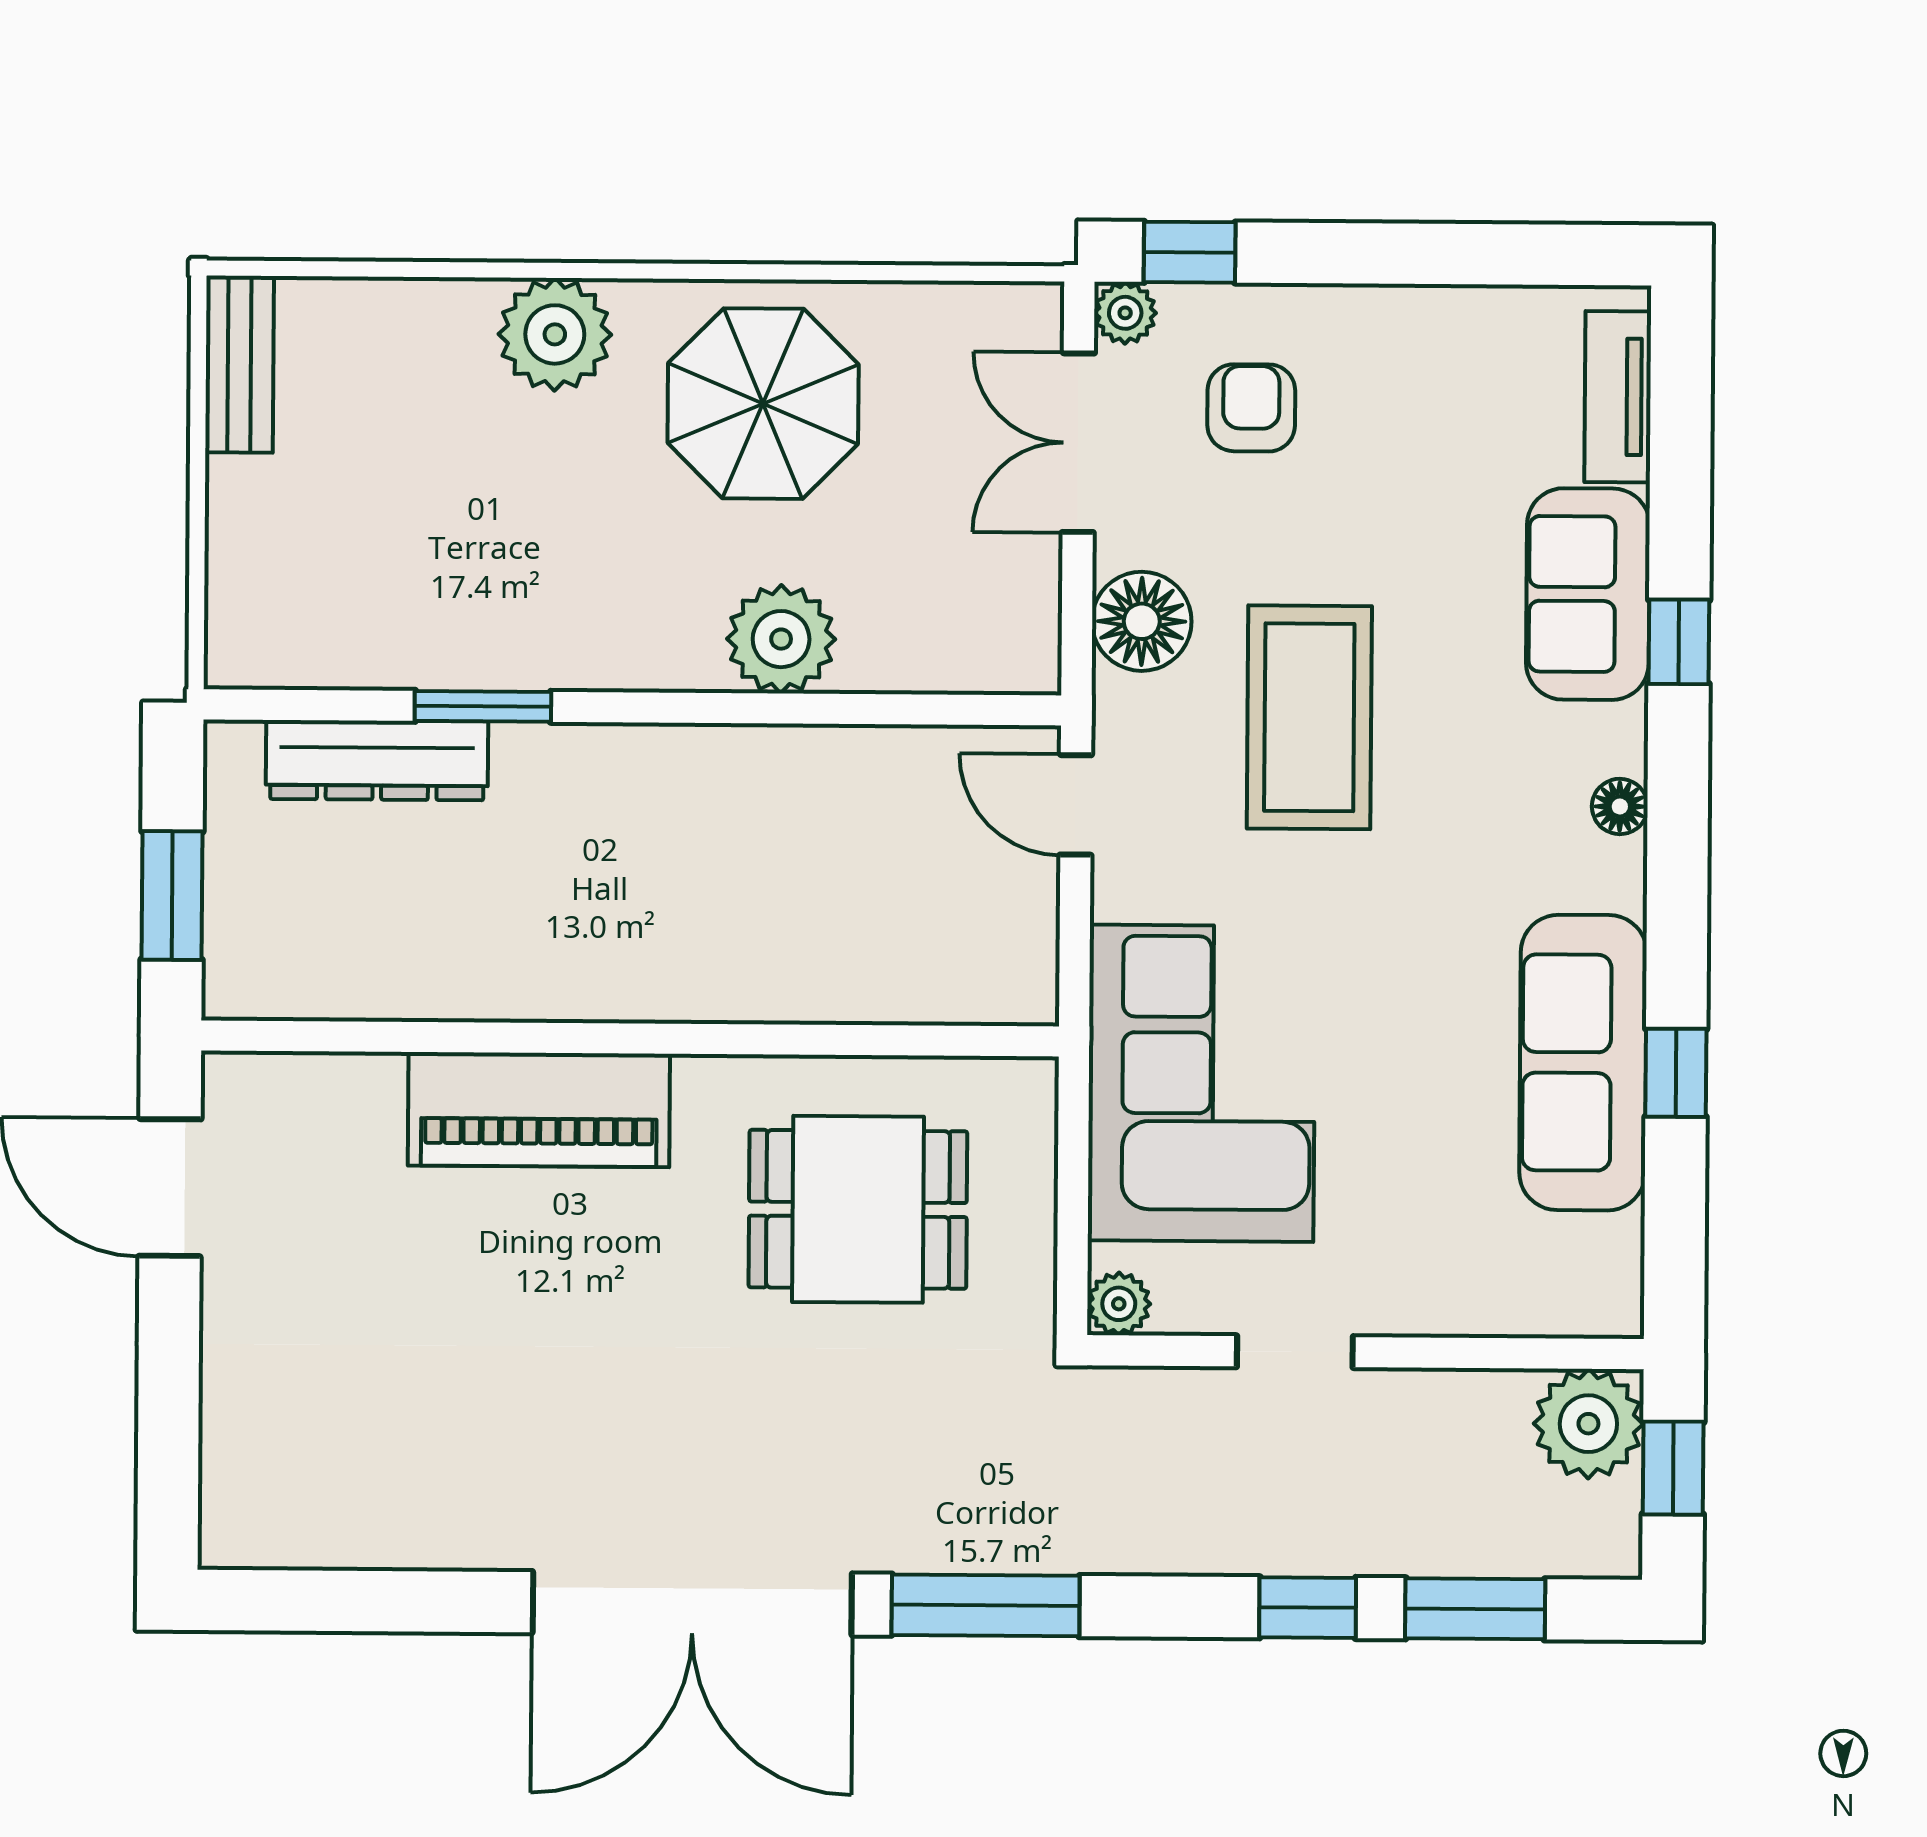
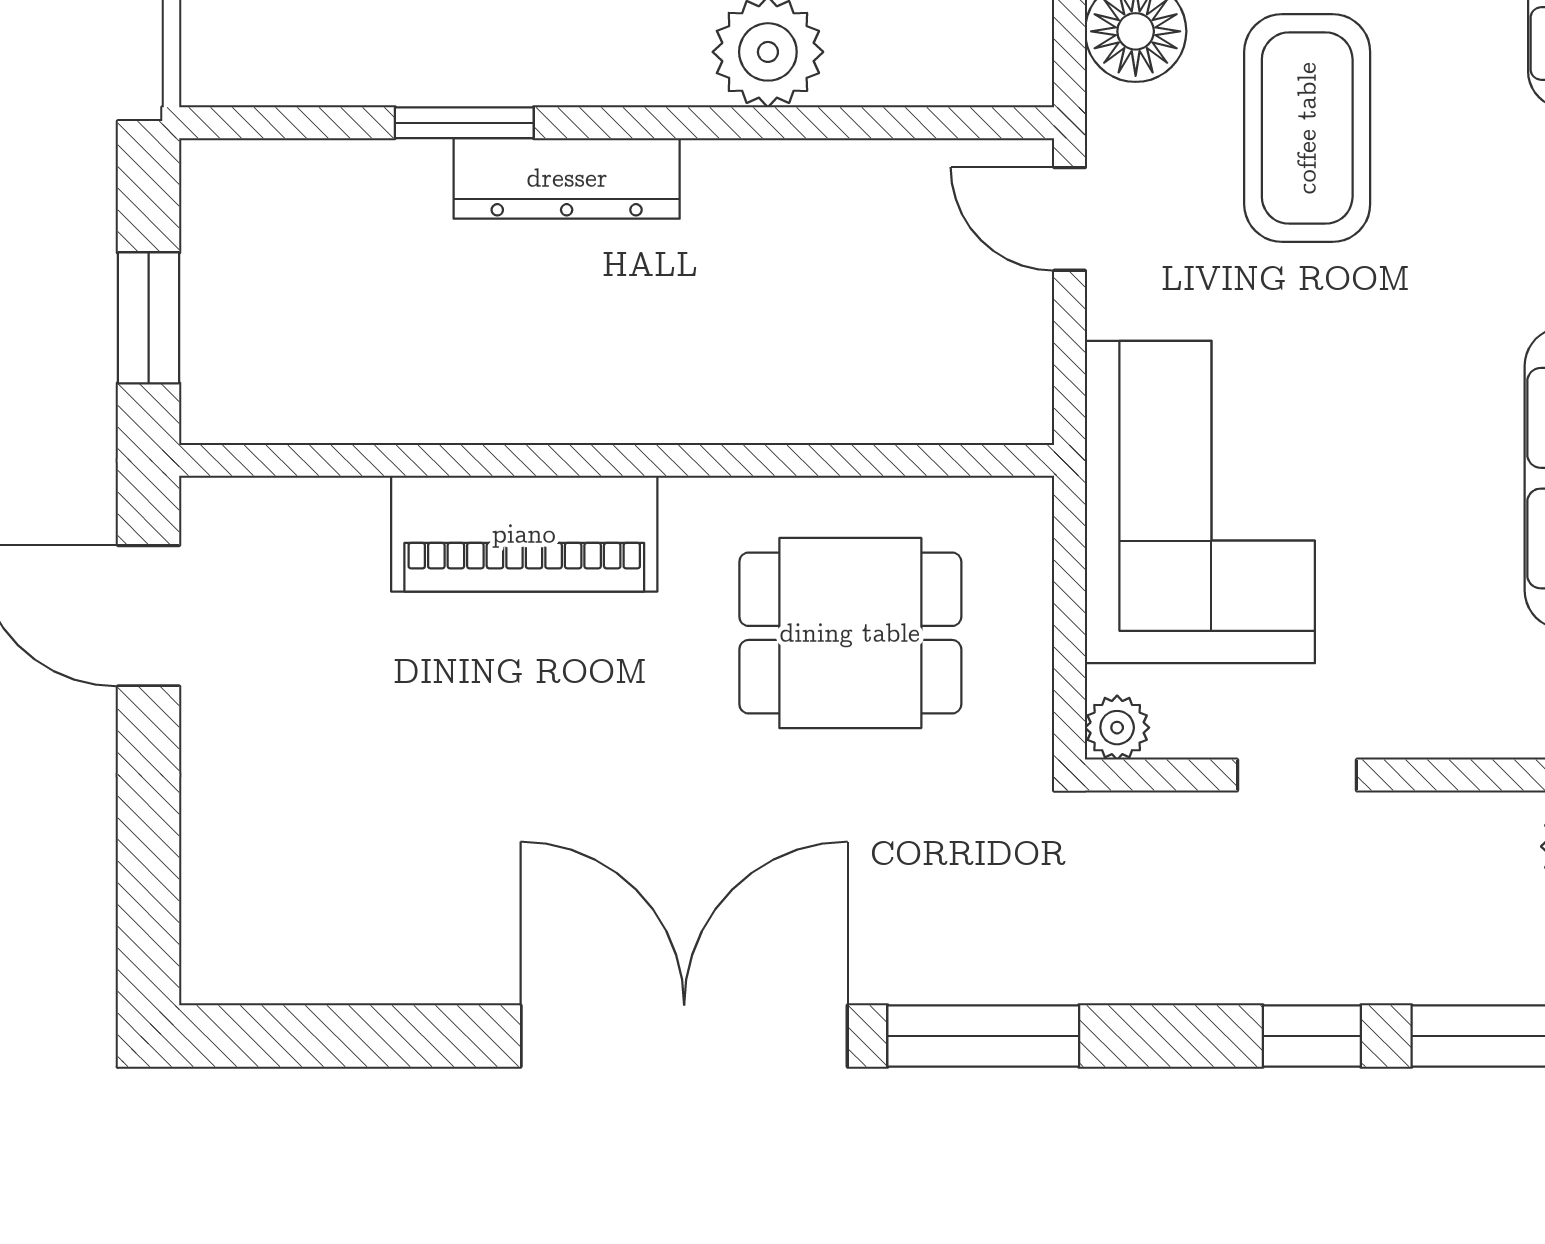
dresser: (377, 760) -> (567, 178), moved
double door: (692, 1603) -> (684, 1036), swing flipped

